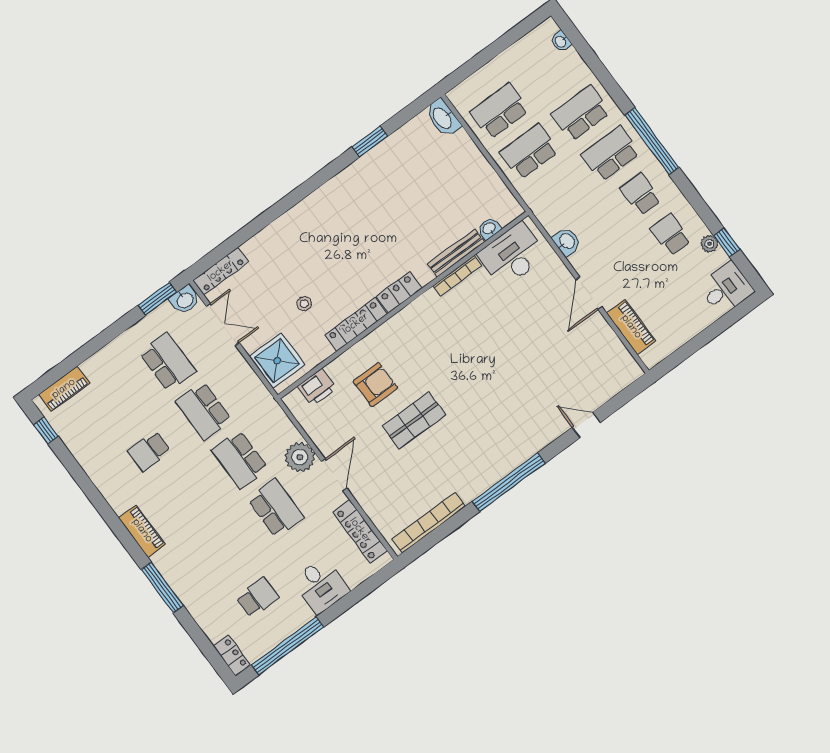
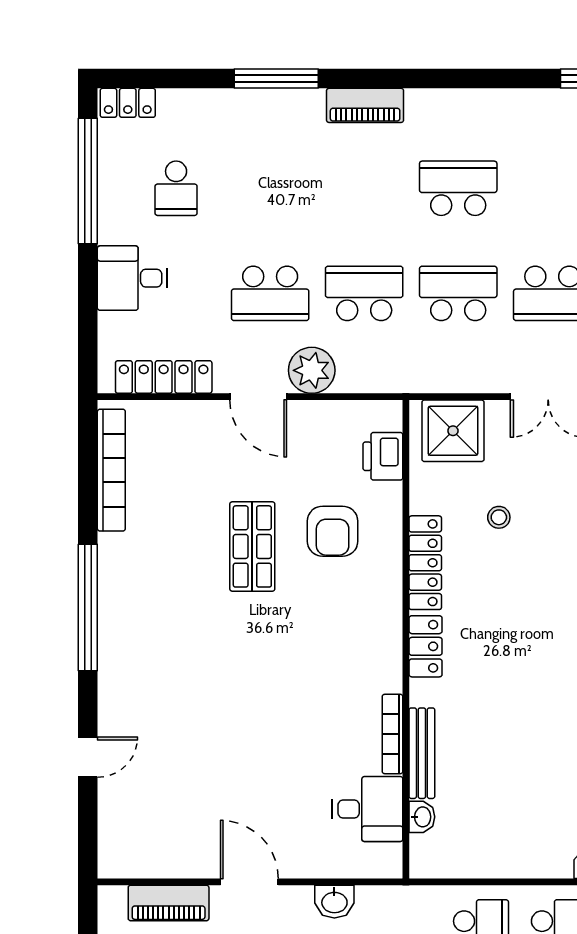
desk: (512, 255) -> (368, 809), width x0.73
school desk: (149, 451) -> (458, 188), width x1.85

